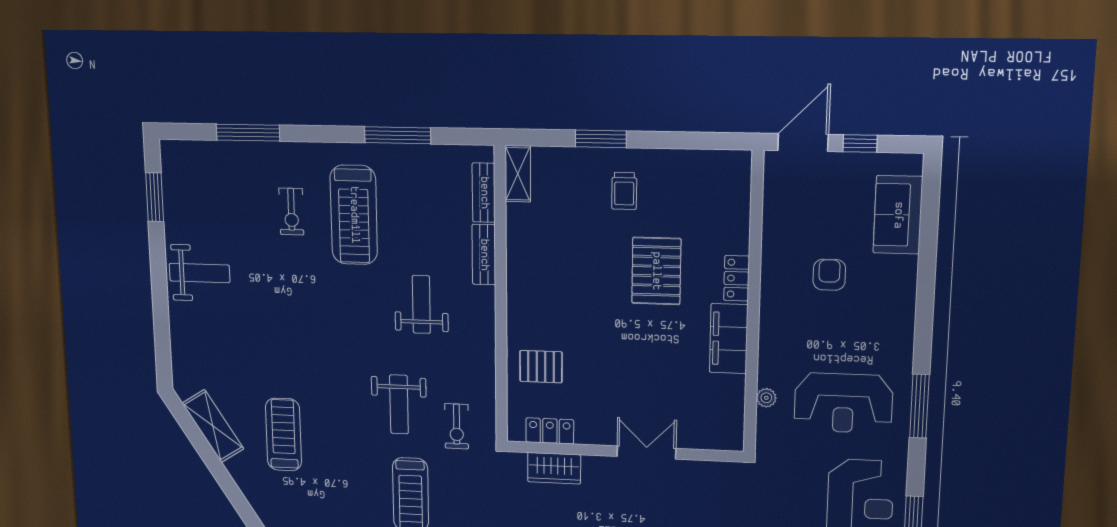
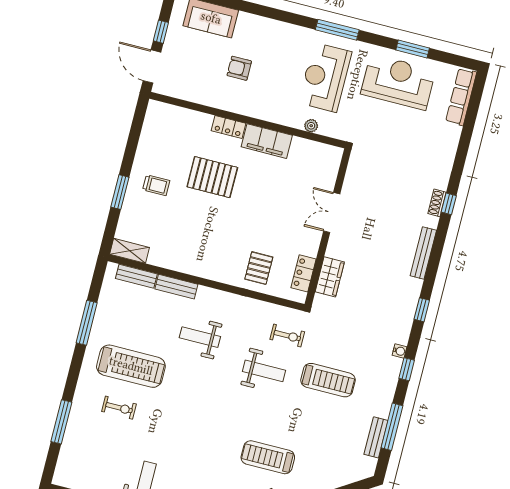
reception desk: (843, 403) -> (325, 77), turned 180

